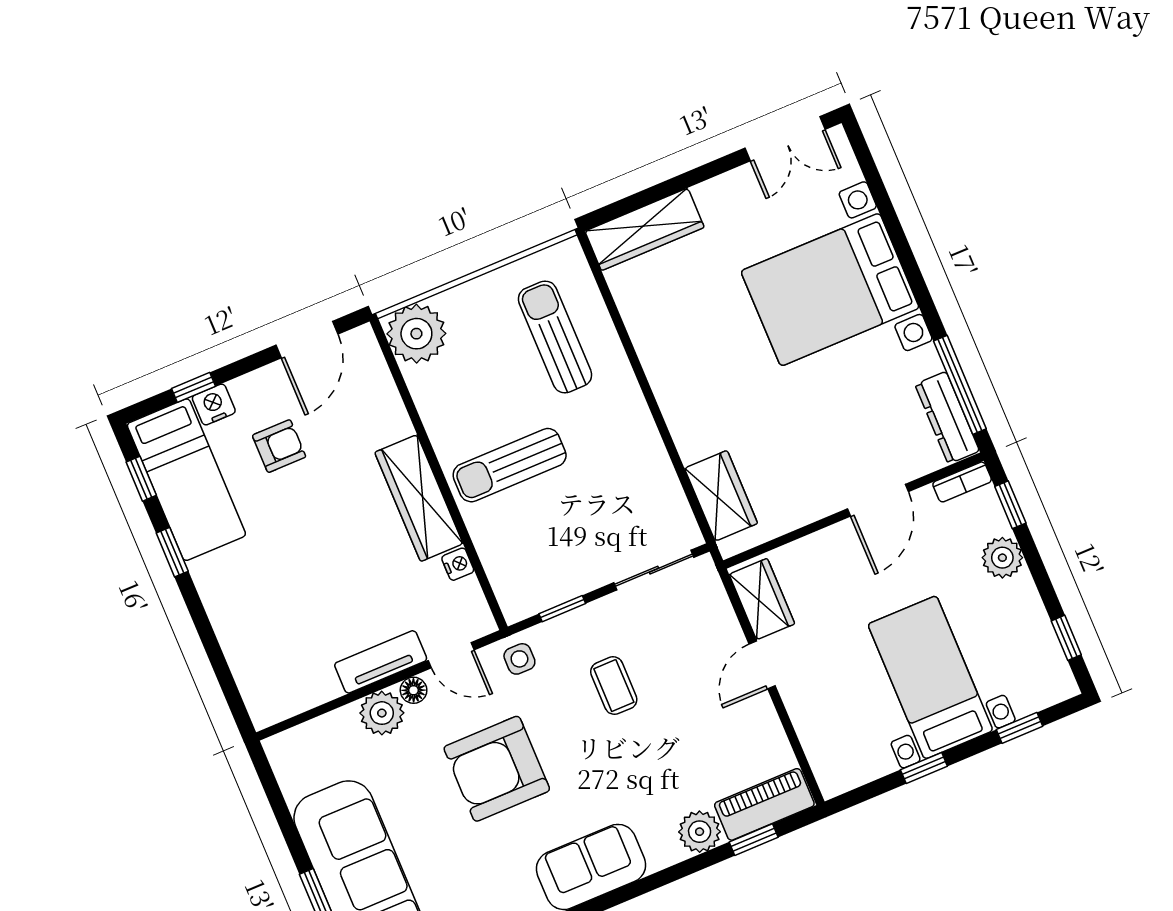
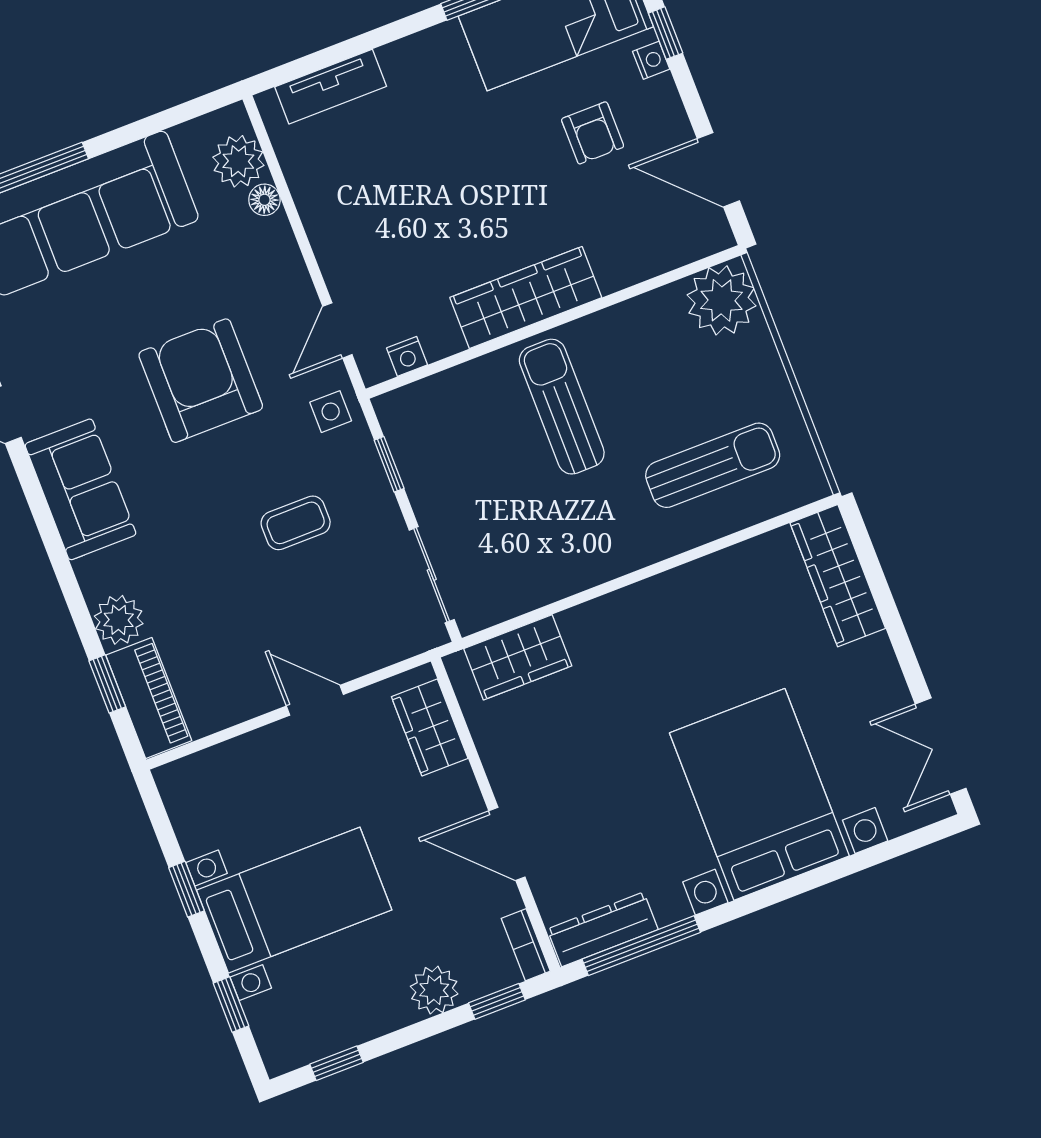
nightstand: (214, 404) -> (651, 60), width x0.72, depth x0.74
nightstand: (458, 564) -> (407, 356), moved
wardrobe: (762, 599) -> (430, 727), moved, turned 90
tv unit: (381, 662) -> (331, 87), moved, turned 90
floor lamp: (414, 690) -> (264, 200), moved
plant: (382, 713) -> (238, 161), moved

